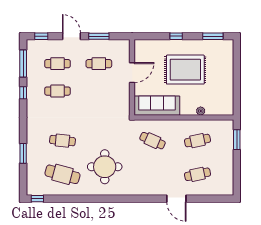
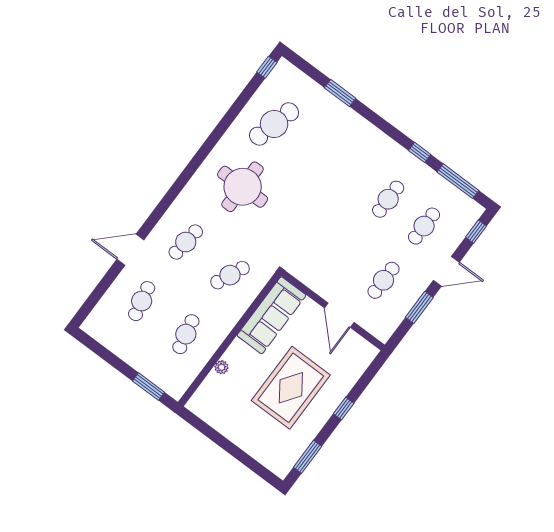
cafe table: (62, 141) -> (186, 242), moved

